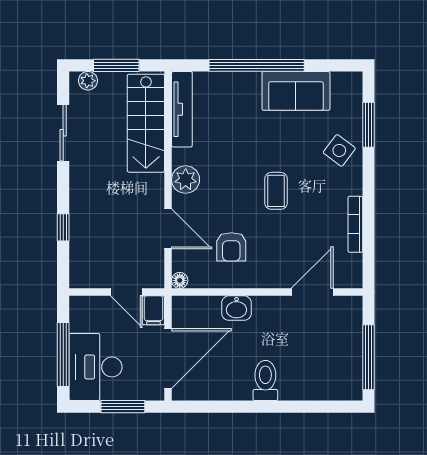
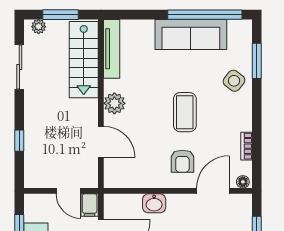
window: (257, 65) -> (205, 15), moved
sofa: (296, 91) -> (191, 34), width x1.36
coffee table: (276, 191) -> (185, 112), width x1.36, depth x1.30
bookcase: (355, 224) -> (247, 146), width x0.64
armchair: (231, 247) -> (182, 161), moved
floor lamp: (180, 280) -> (243, 182), moved

